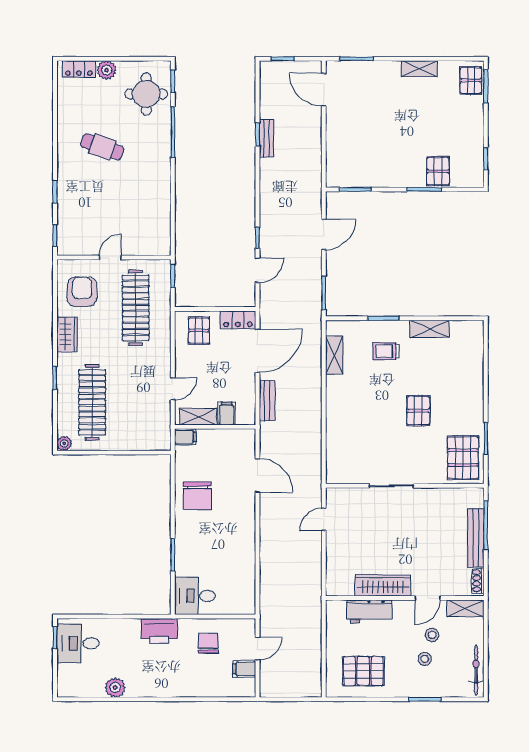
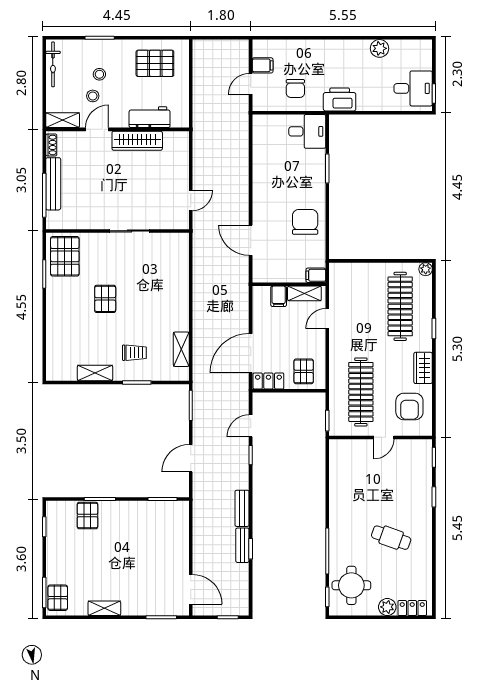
bench: (267, 401) -> (242, 508), moved

